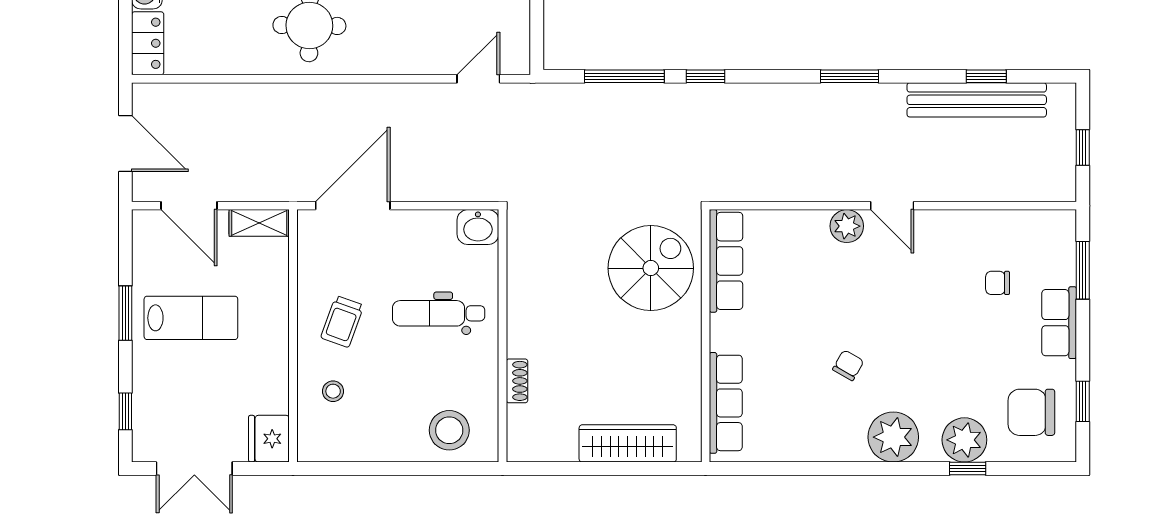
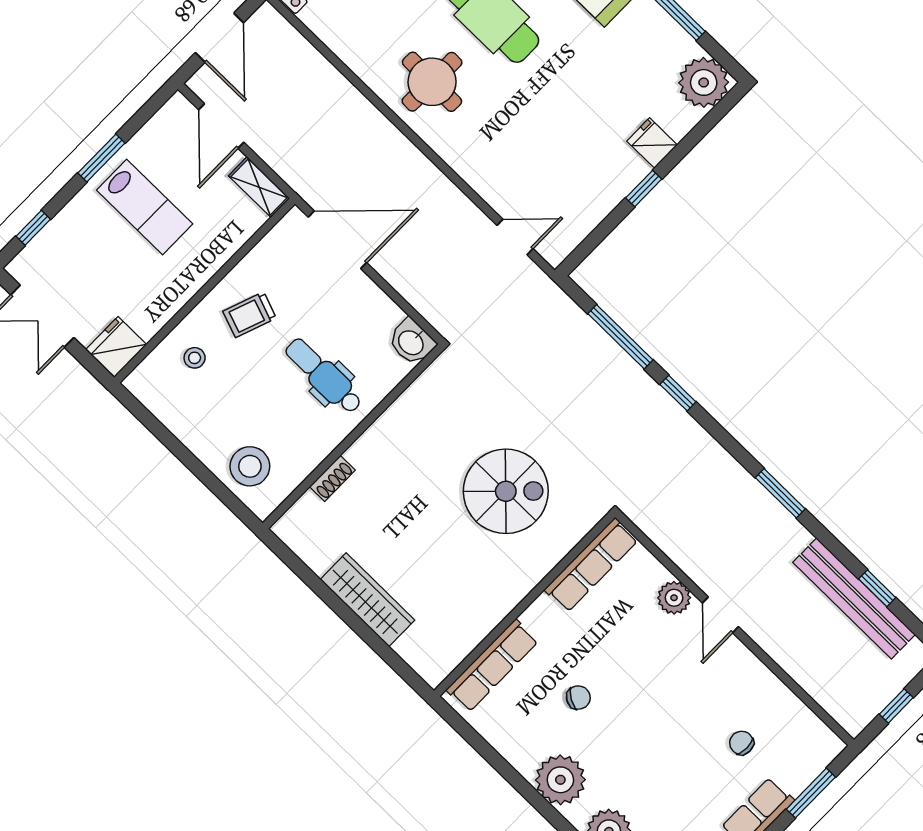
row of seats: (726, 261) -> (591, 565), moved
wall: (706, 336) -> (525, 604), moved
row of seats: (726, 403) -> (492, 666), moved

